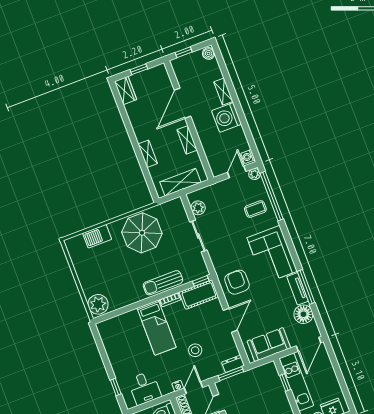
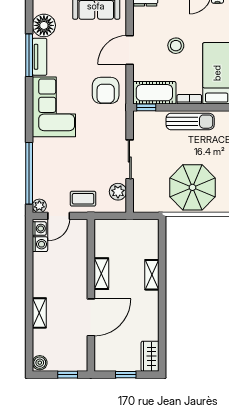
washing machine: (227, 117) -> (40, 244), moved, width x0.53, depth x0.53
shelving: (180, 182) -> (127, 228), removed
coffee table: (255, 209) -> (83, 199), moved
stool: (195, 350) -> (176, 46), moved

